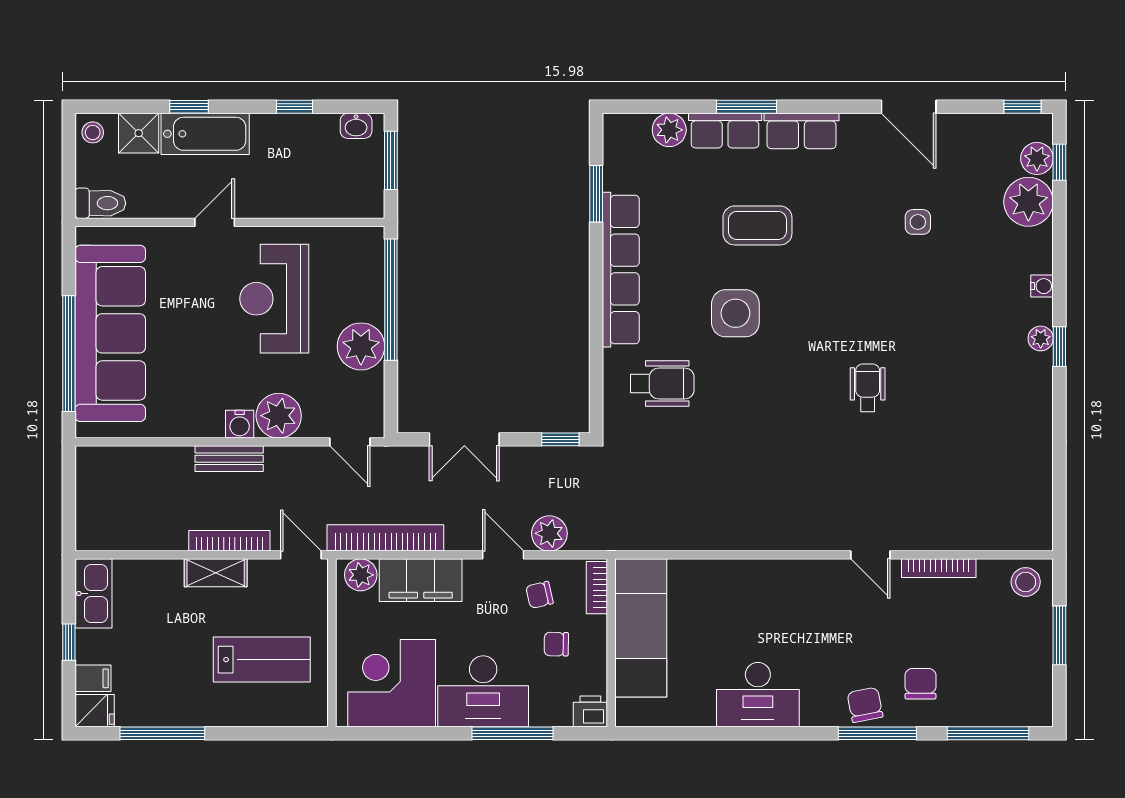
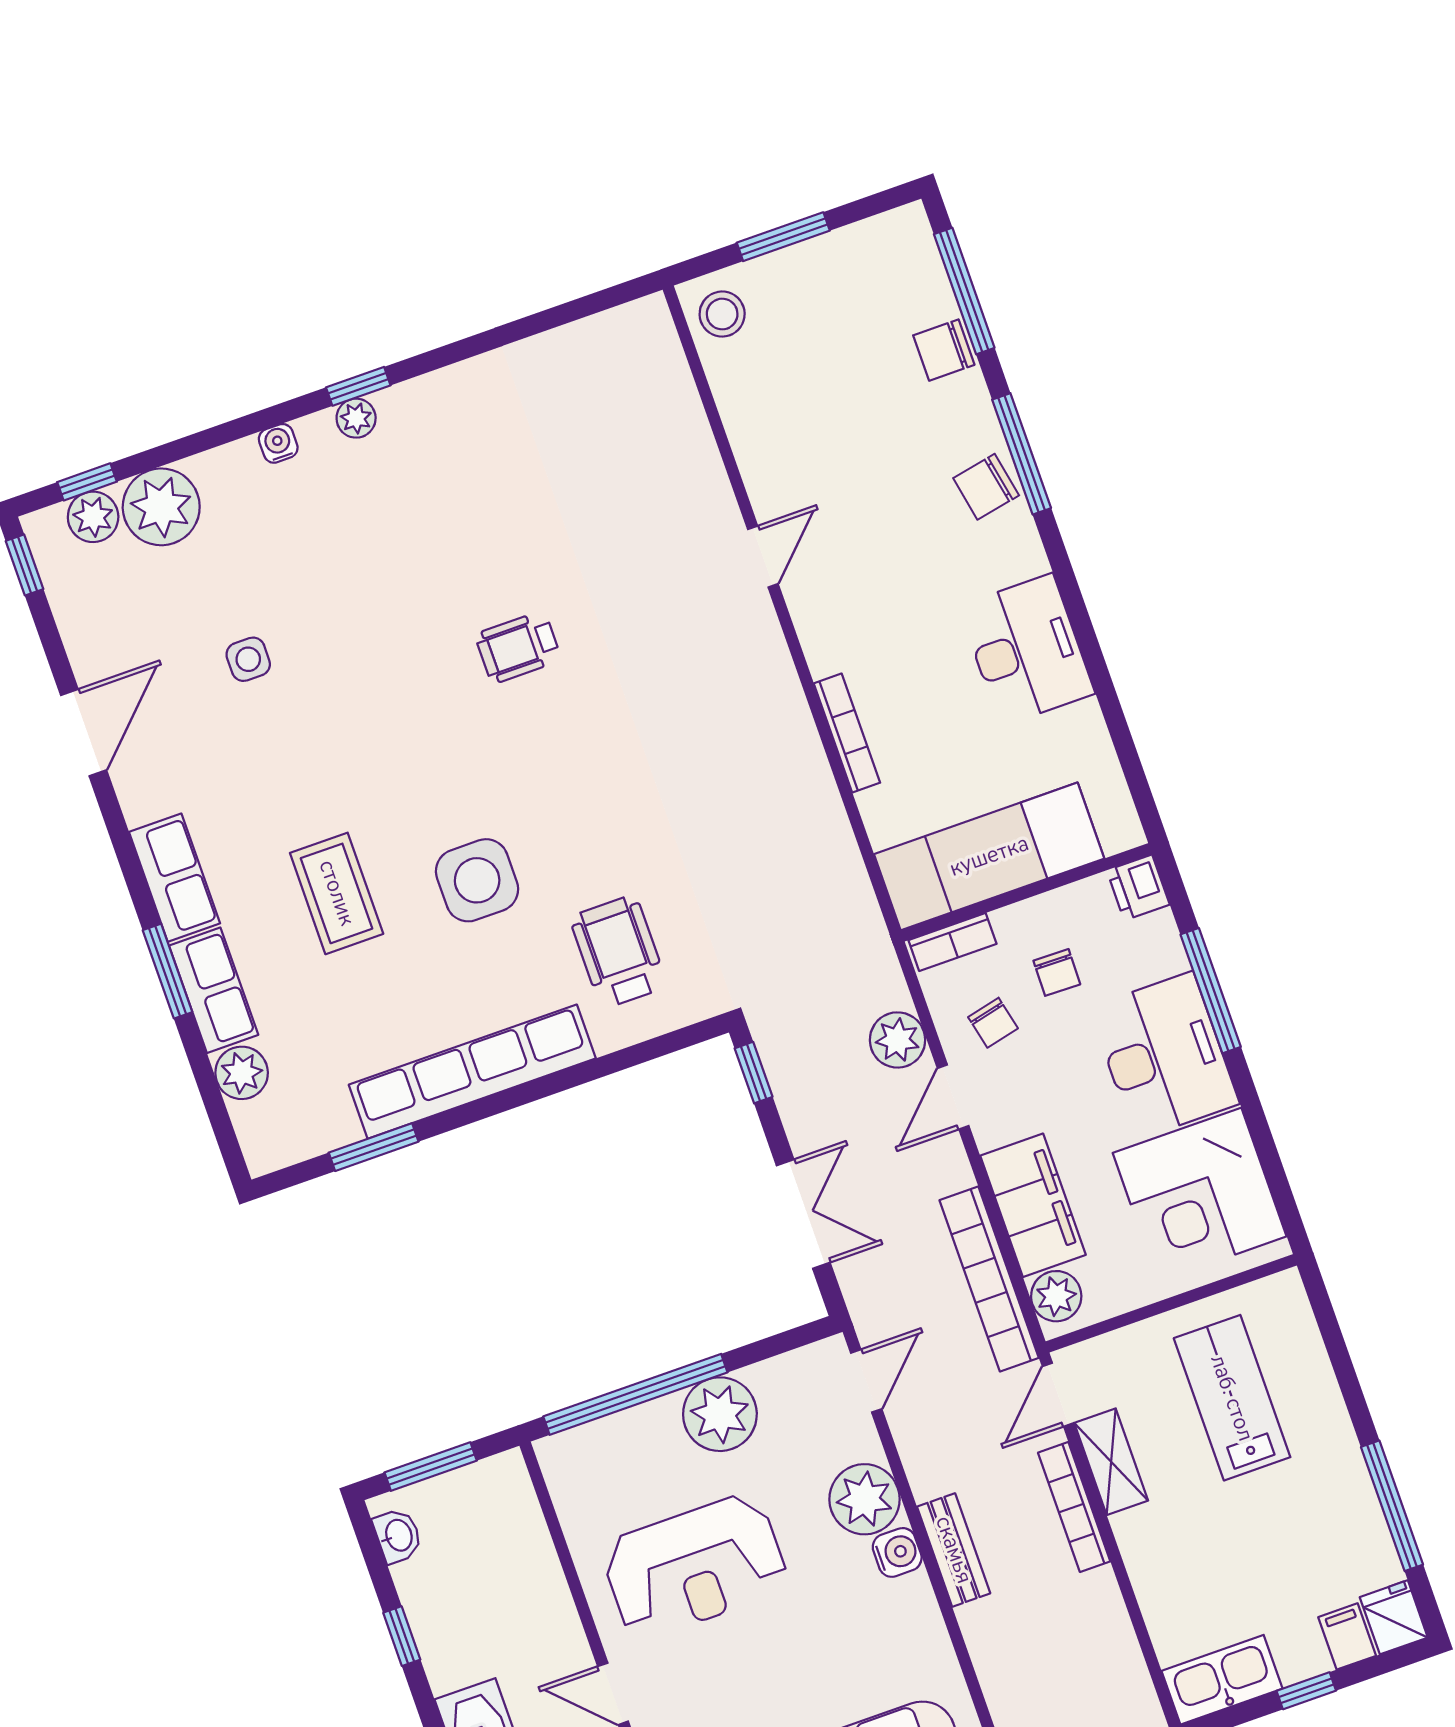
bookcase: (939, 568) -> (847, 733), moved
shelving: (216, 573) -> (1111, 1462), moved
chair: (920, 684) -> (944, 350), moved

